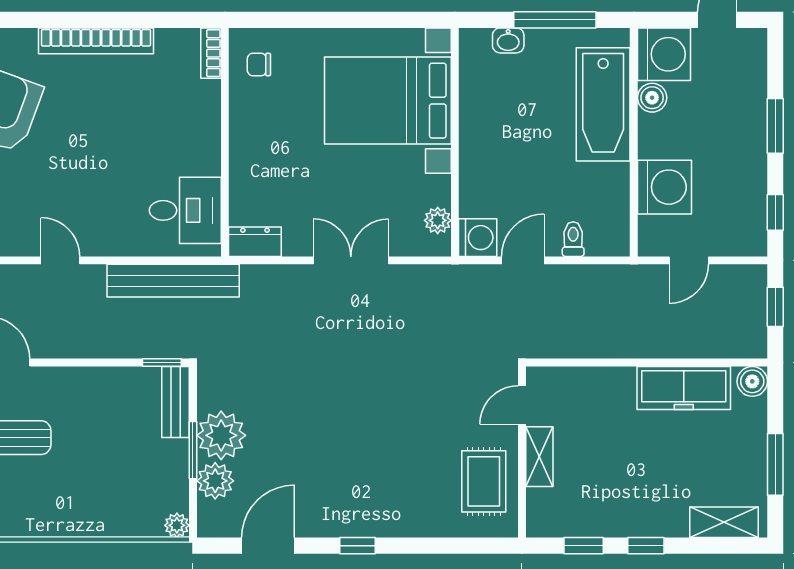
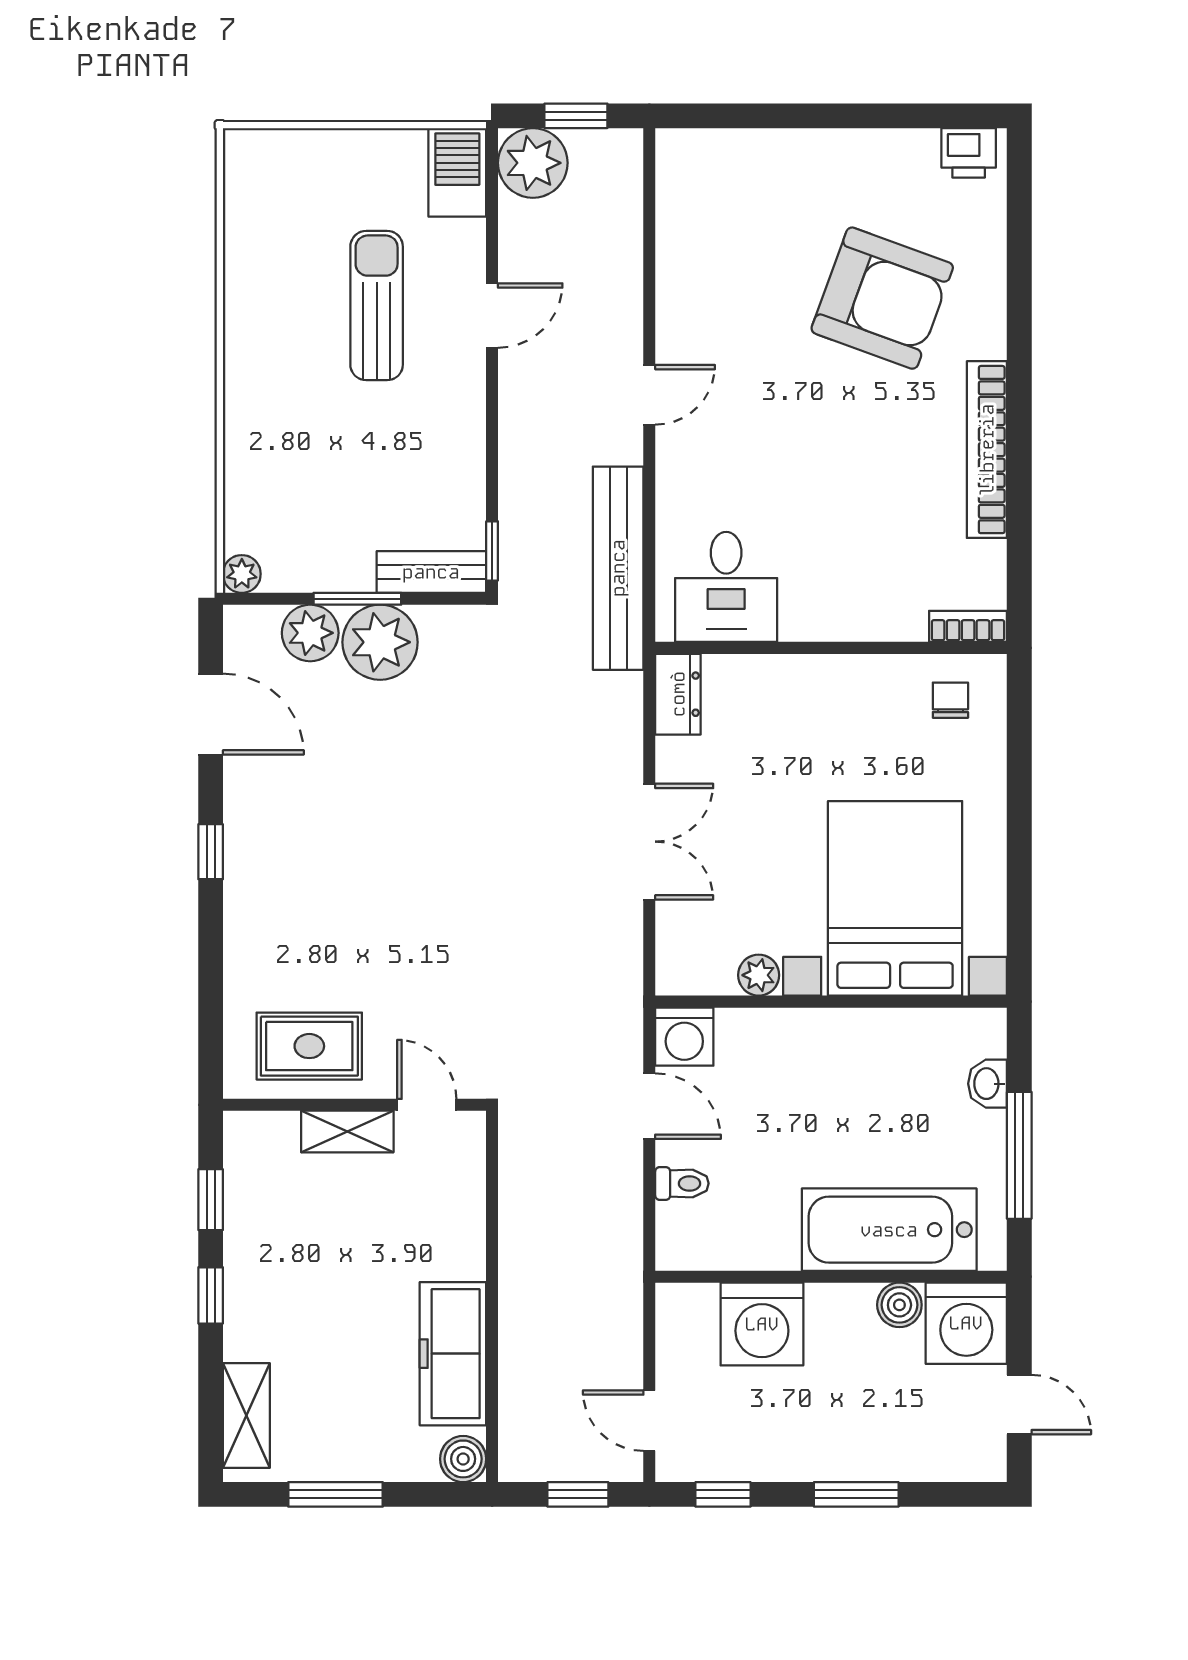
plant: (438, 220) -> (759, 975), moved
door: (689, 260) -> (649, 1421), moved

